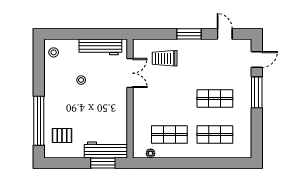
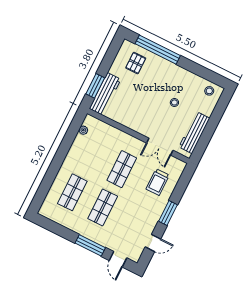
trolley: (165, 58) -> (158, 182), turned 180
shop shelf: (169, 134) -> (122, 169), moved

